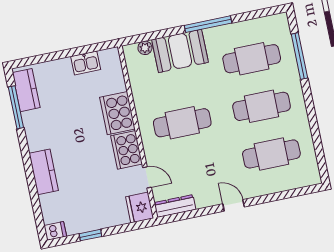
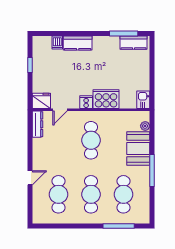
kitchen sink: (86, 63) -> (143, 100), moved
cooker: (127, 150) -> (86, 102), width x0.53, depth x0.76
door: (234, 205) -> (30, 178), moved
dishwasher: (55, 231) -> (57, 43), moved

